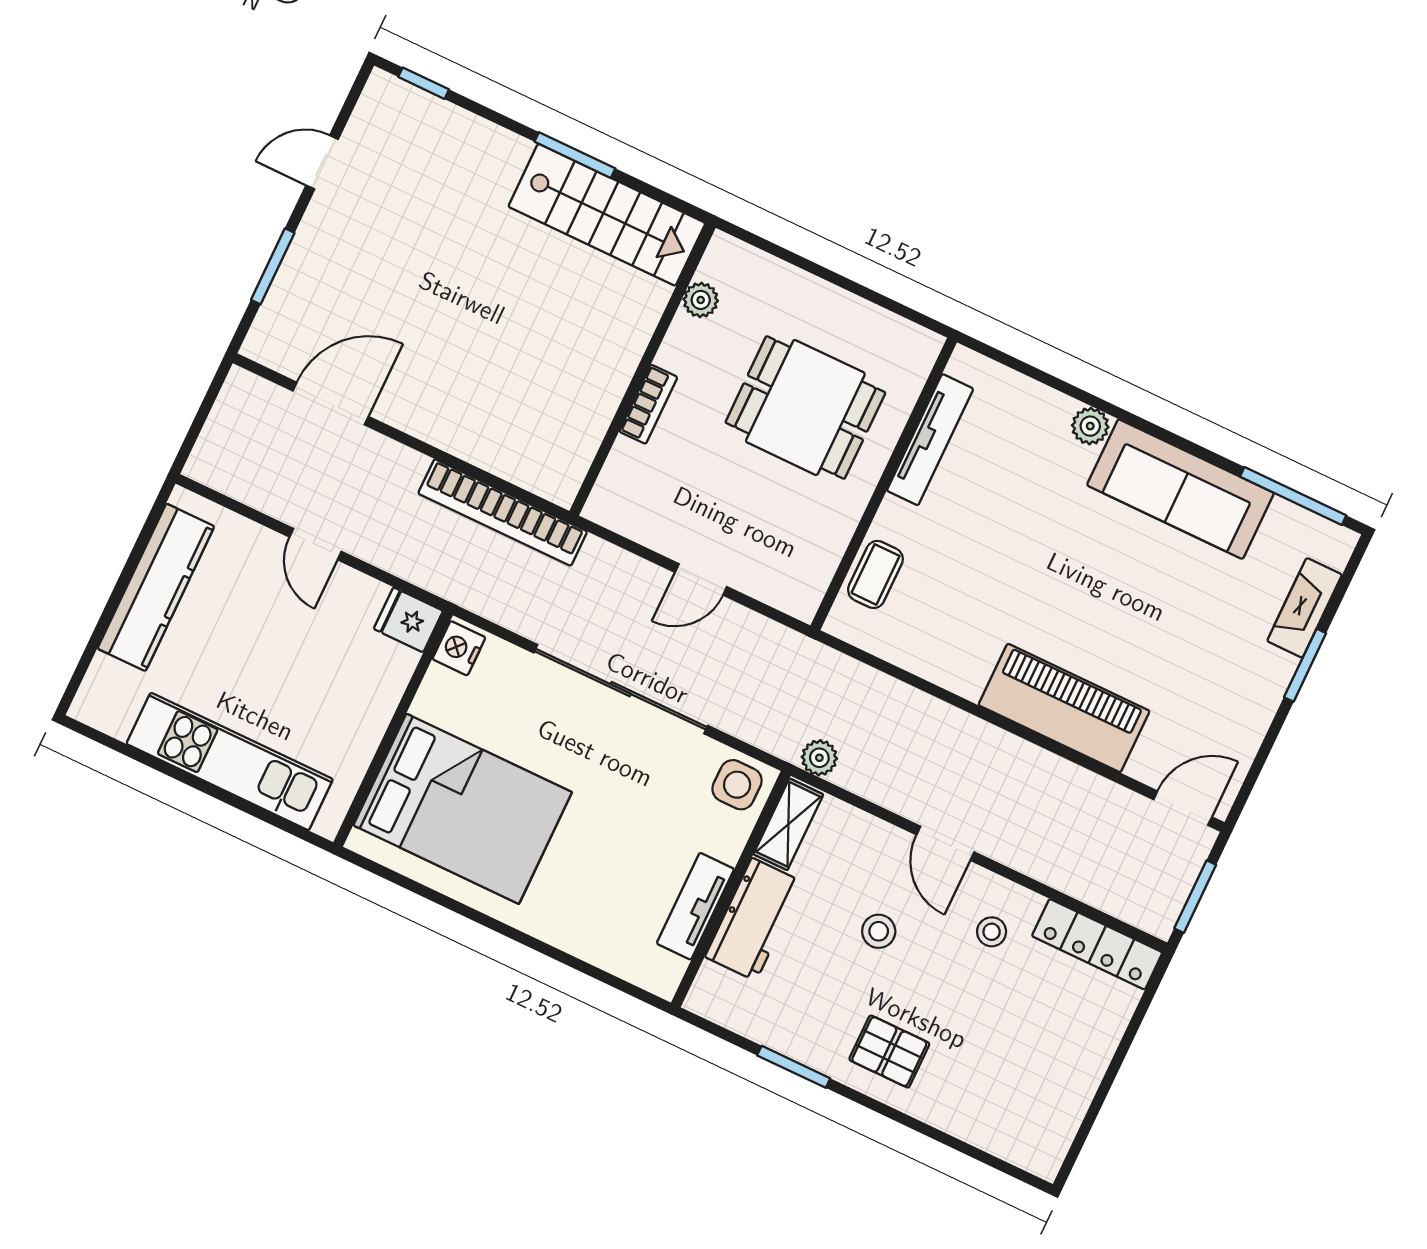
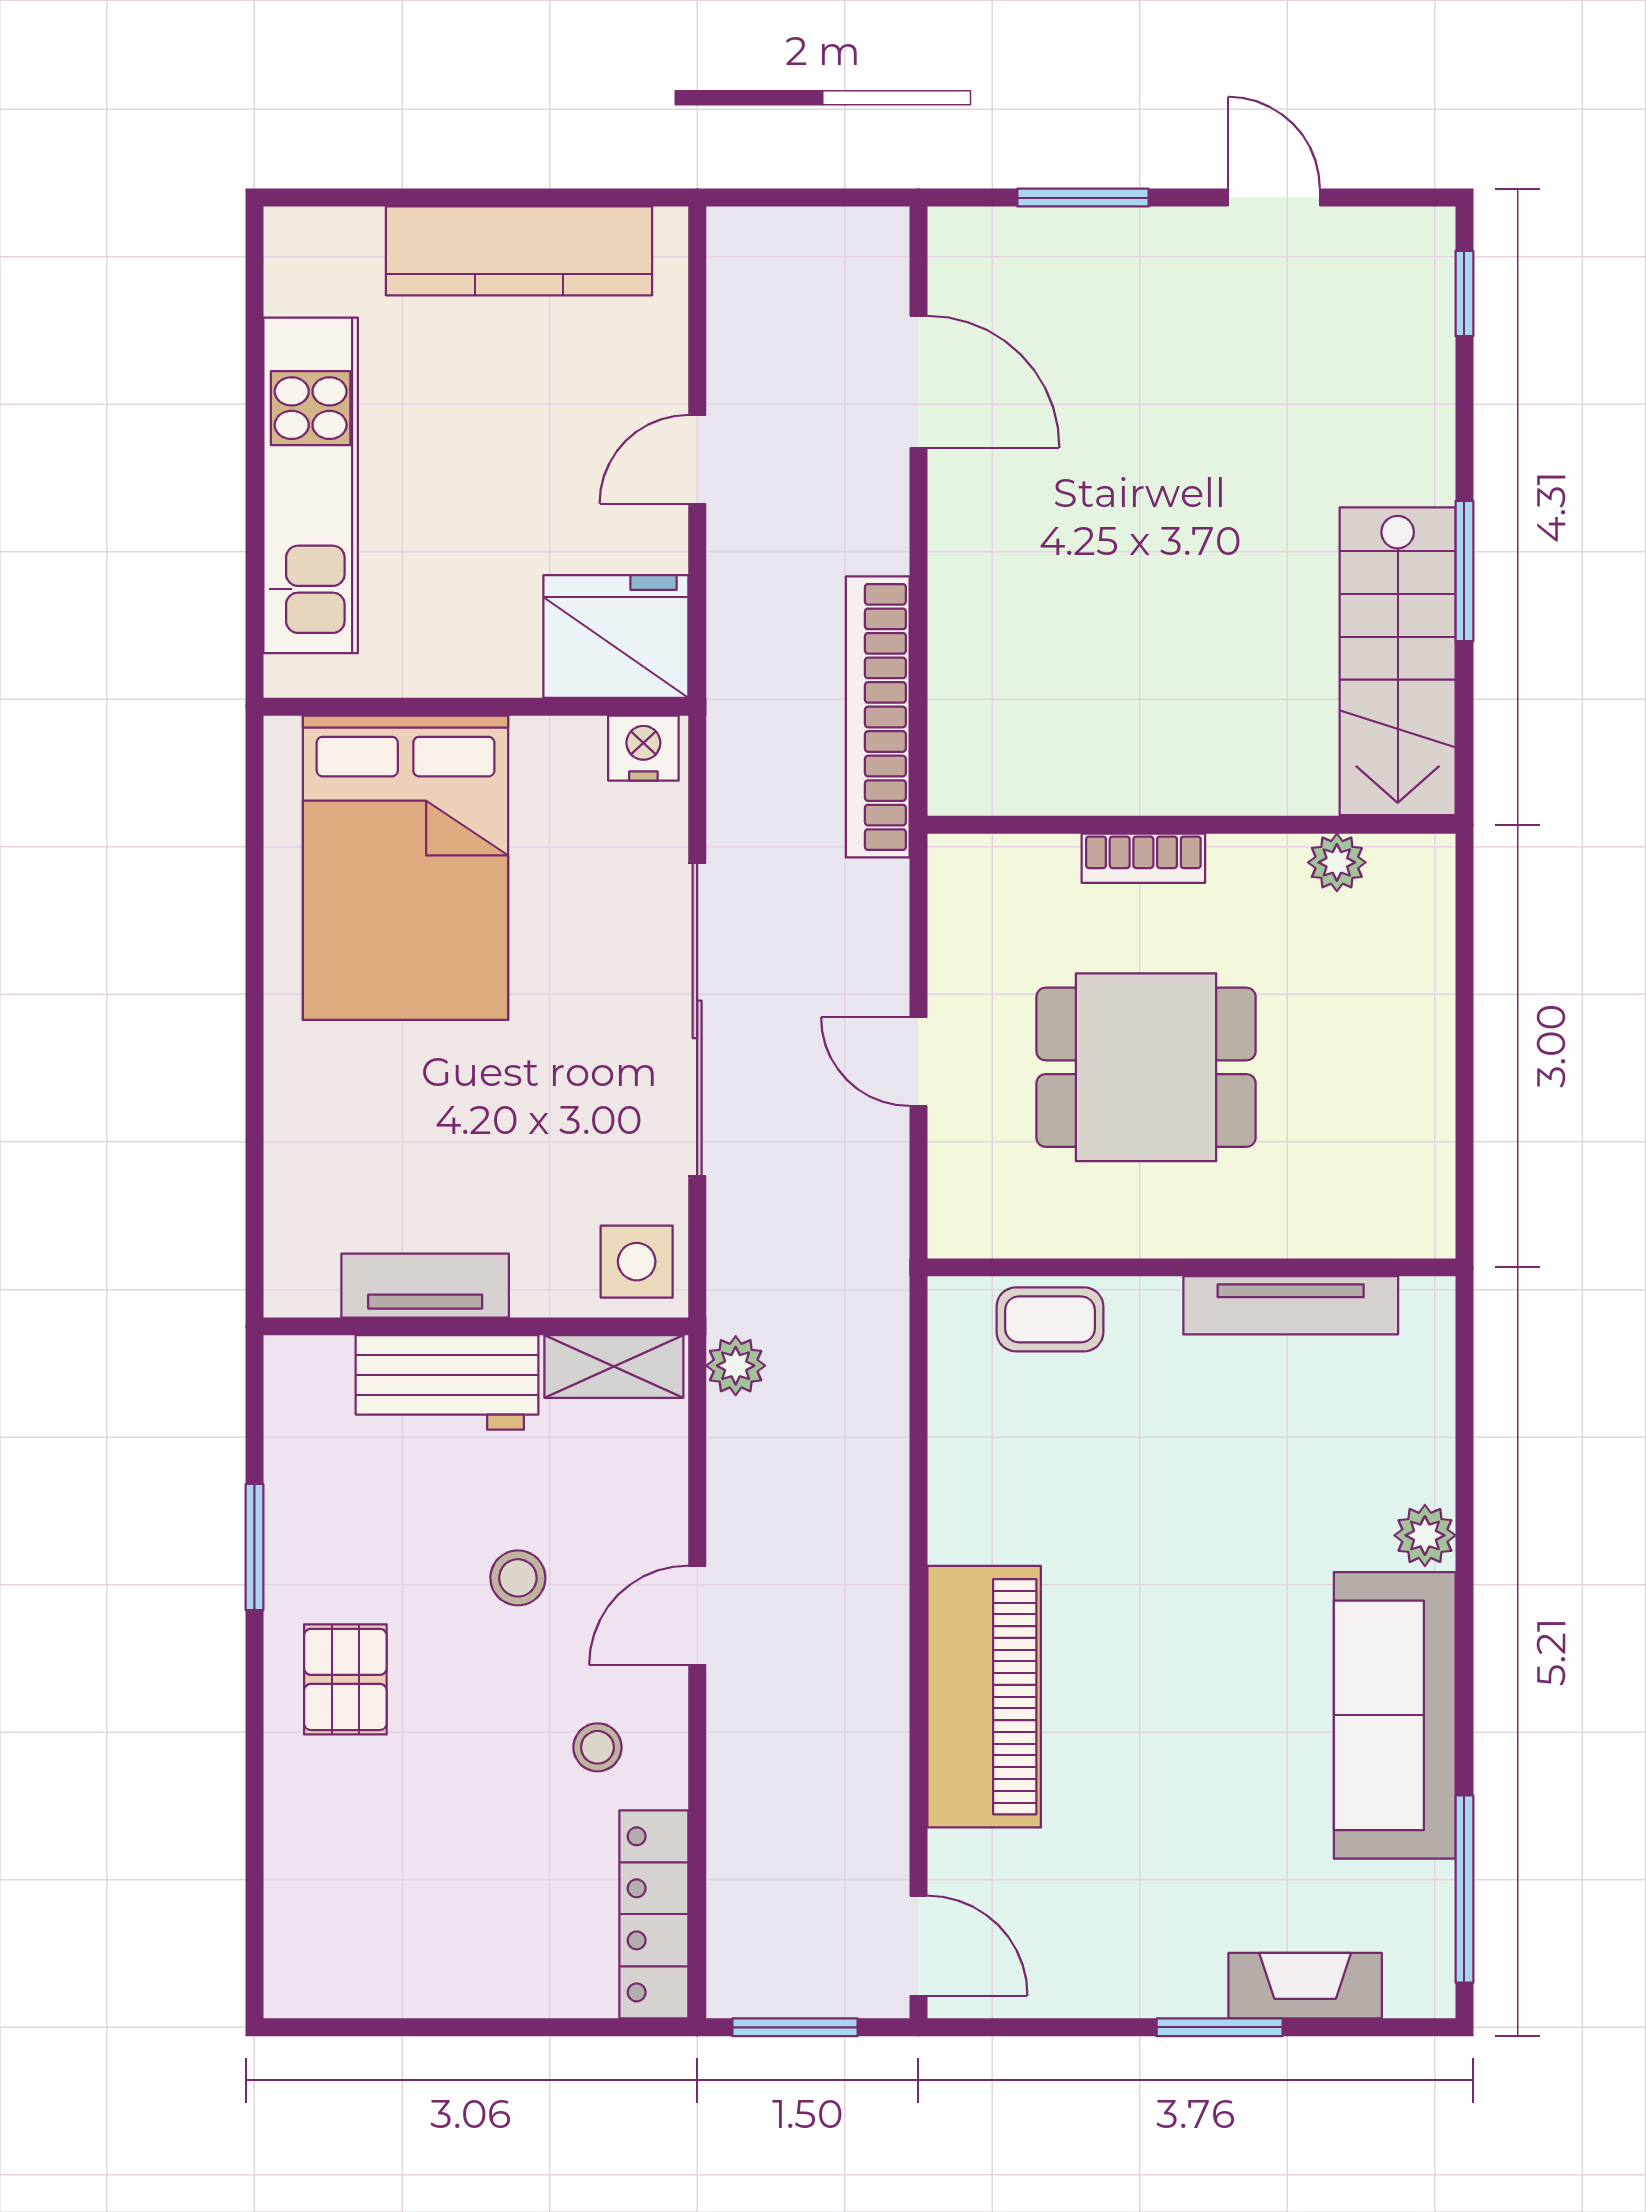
dining table: (805, 407) -> (1146, 1067), moved, turned 90
fridge: (408, 620) -> (616, 636), width x1.88, depth x1.34

